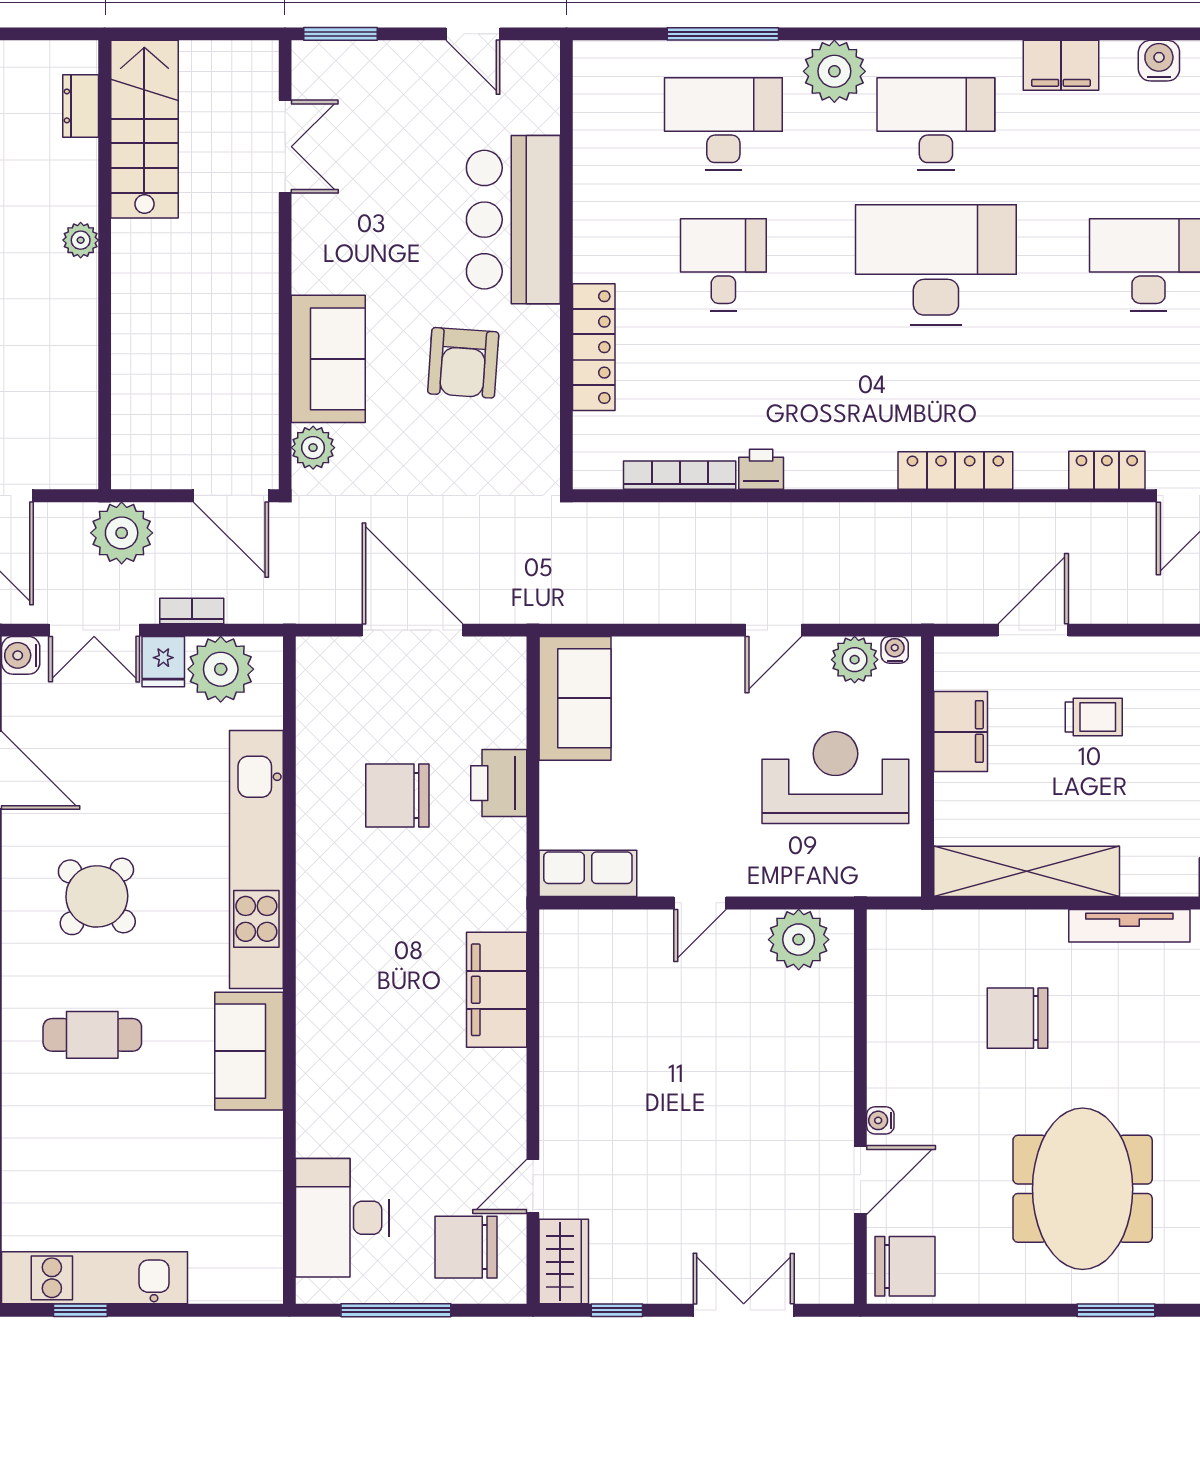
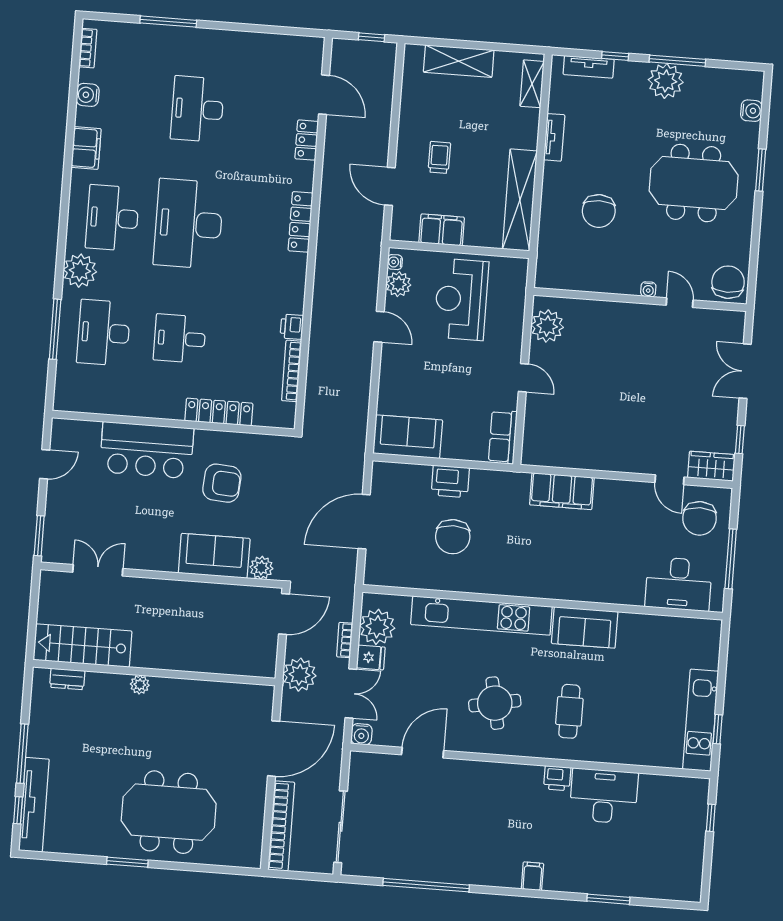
round table: (97, 896) -> (495, 703), turned 36
tv unit: (1129, 926) -> (554, 137), width x0.71
door: (860, 1180) -> (680, 303), width x0.73

